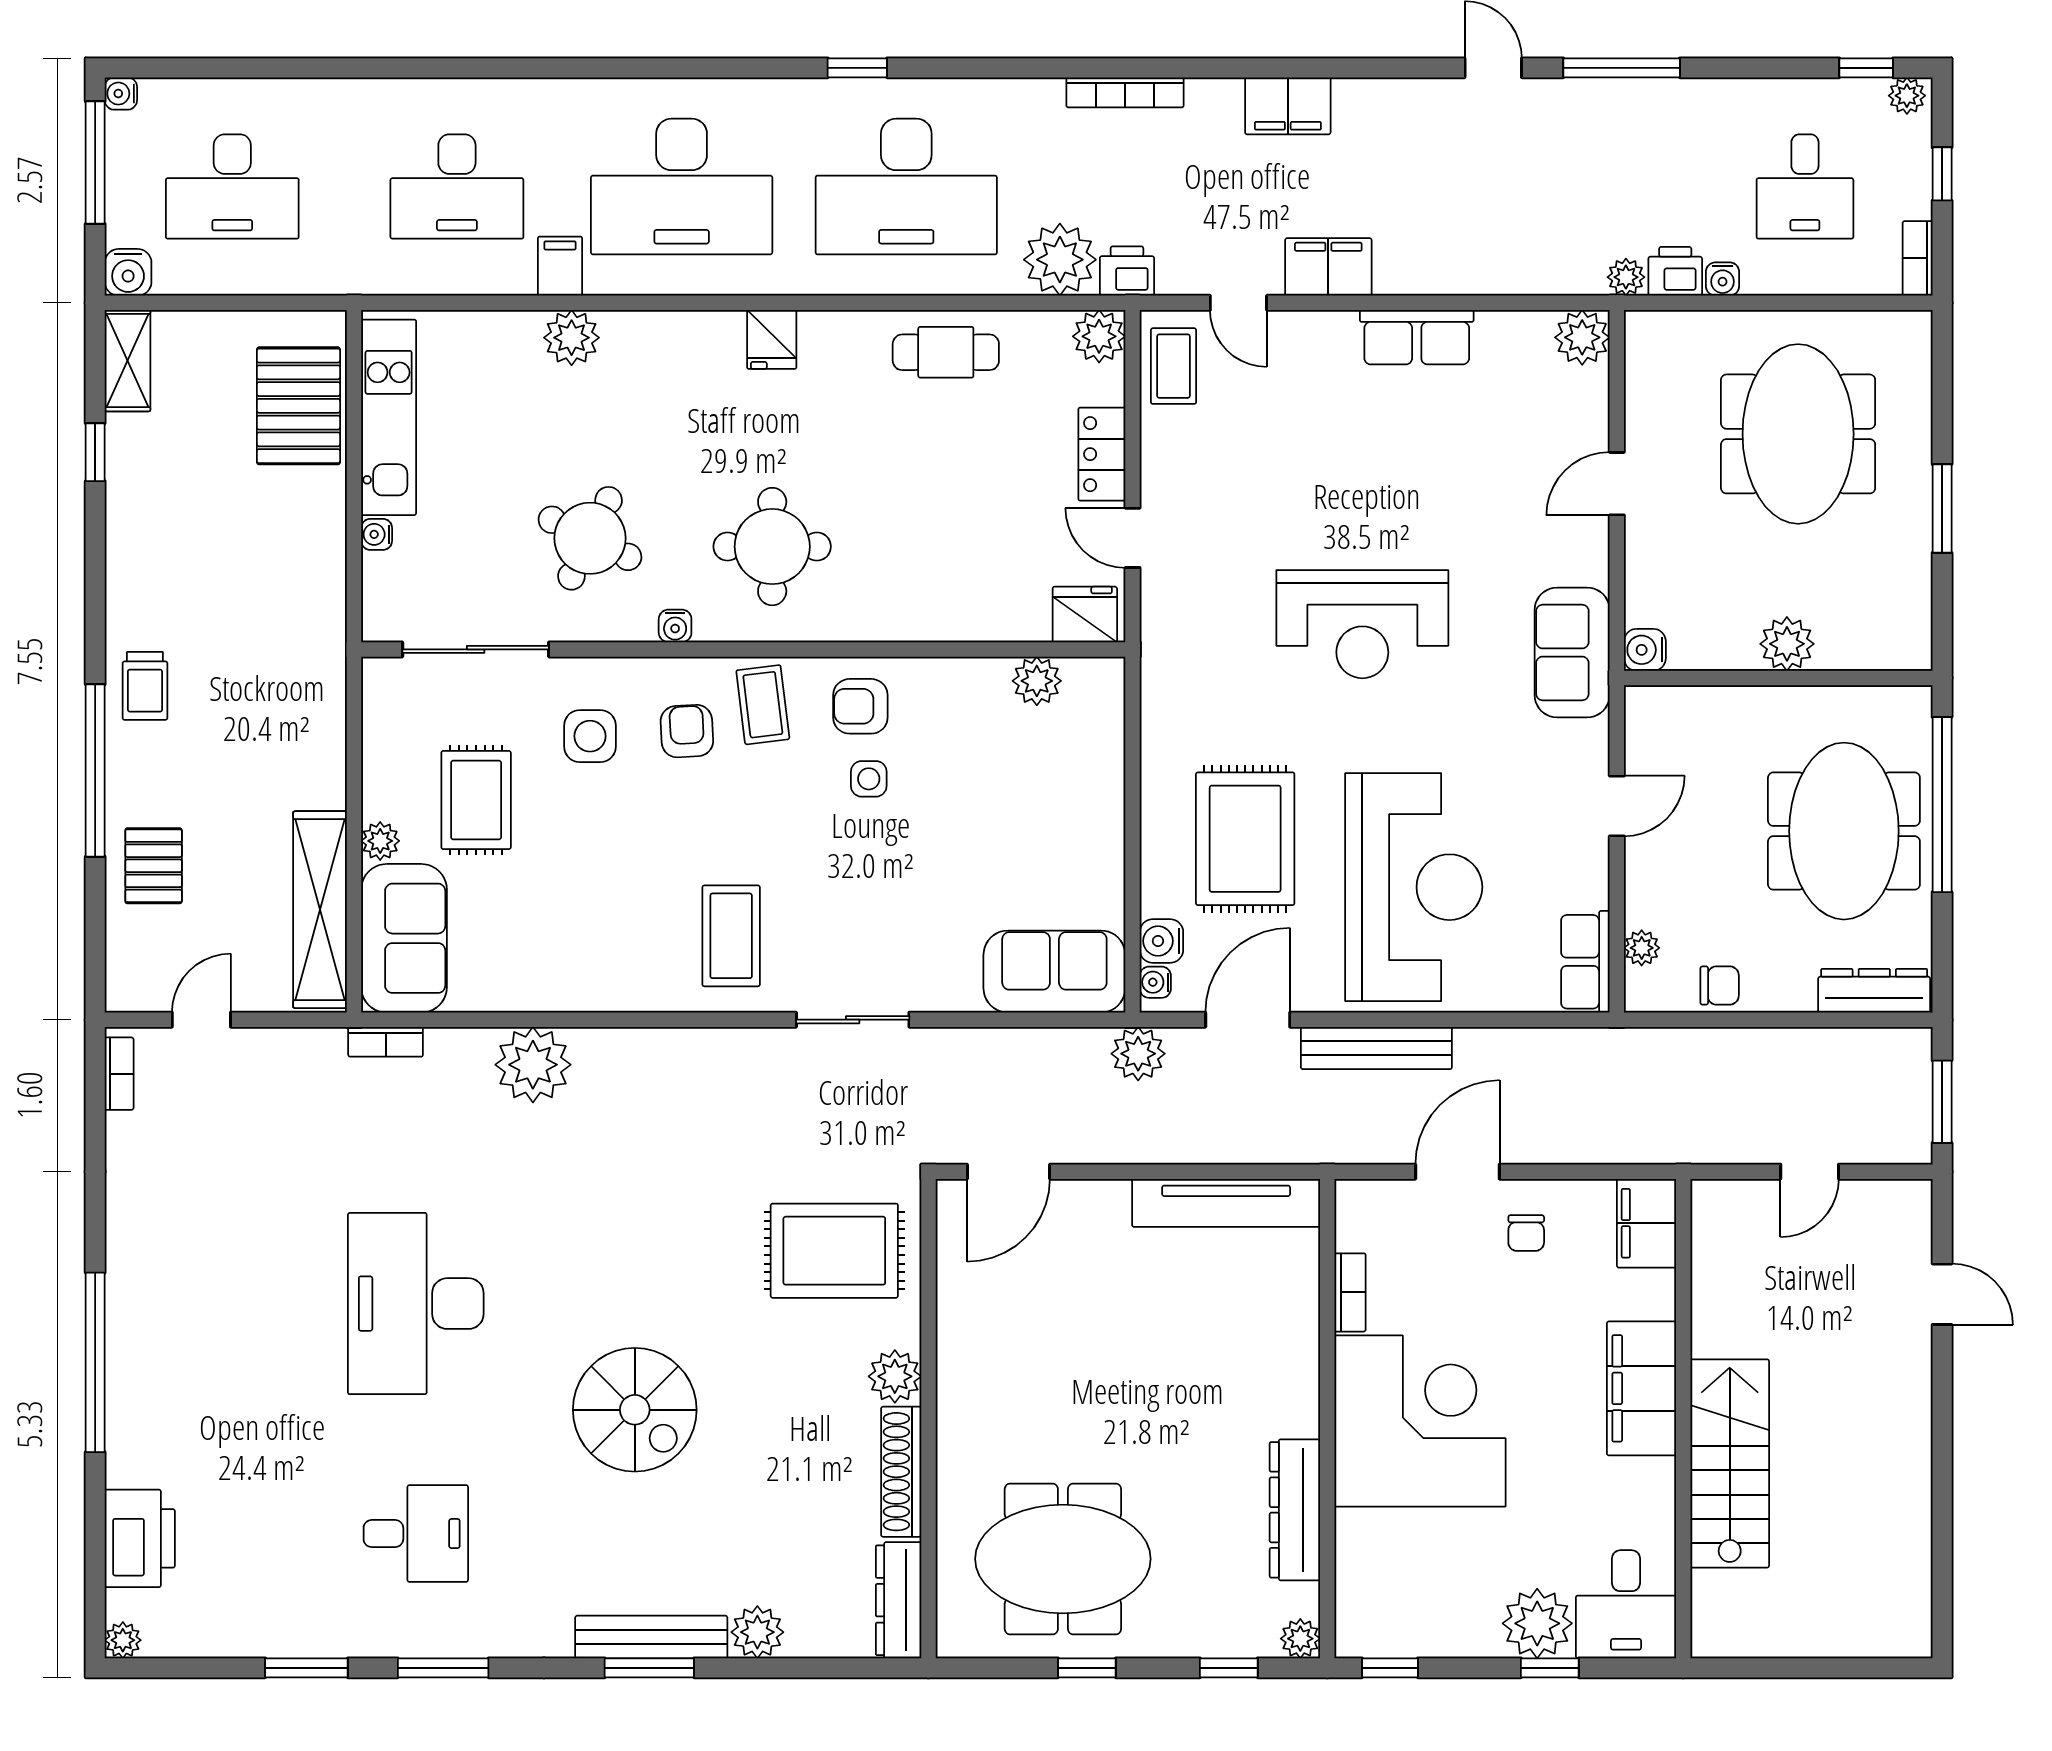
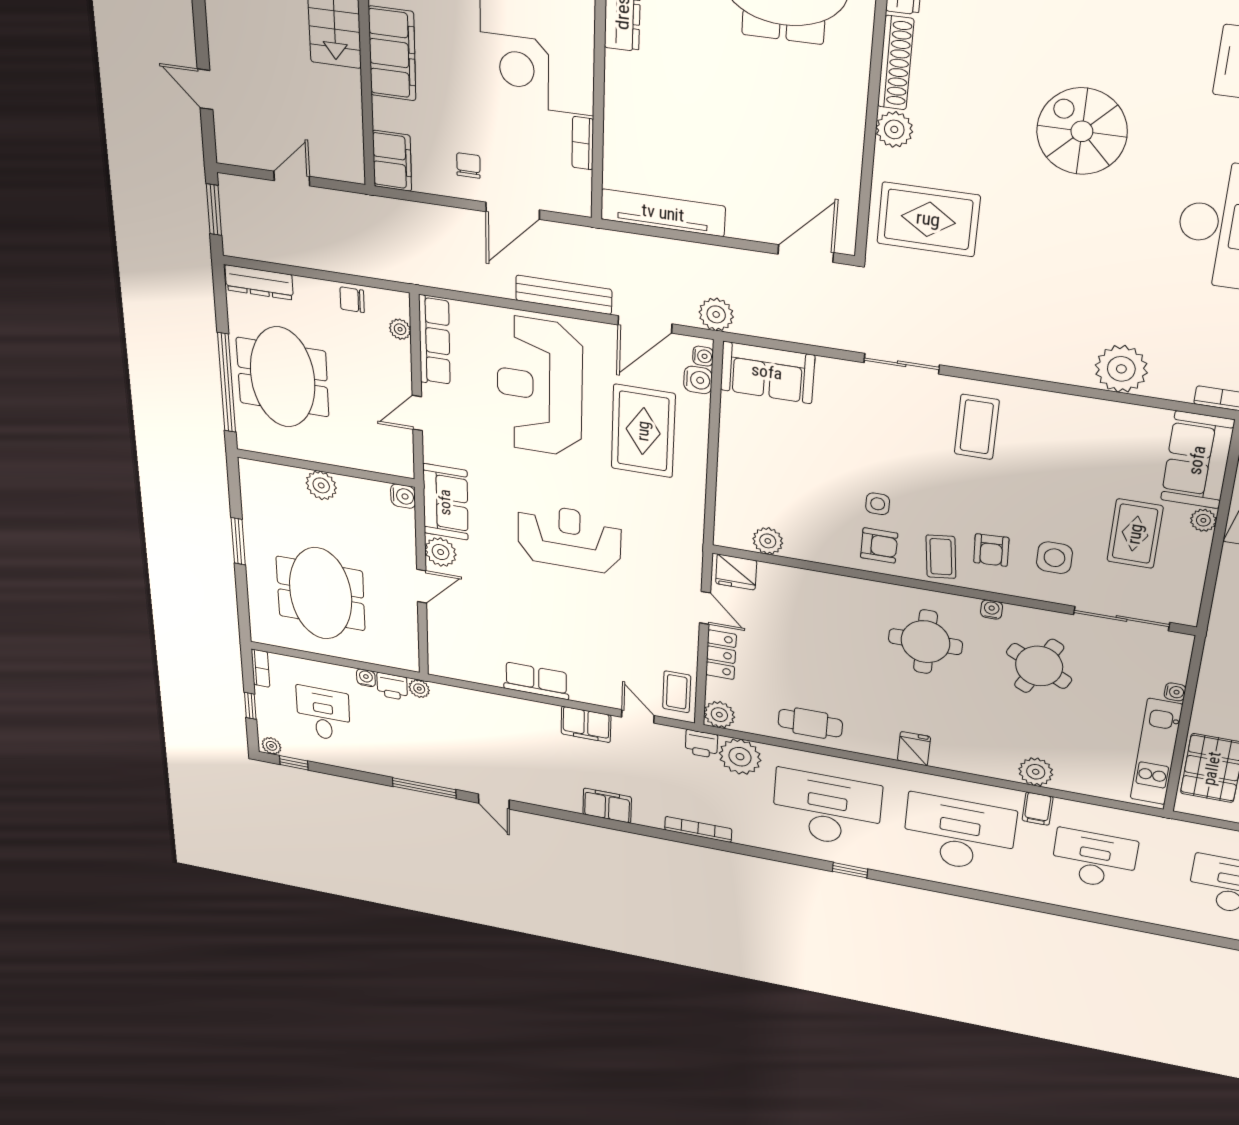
plant: (1582, 337) -> (441, 552), moved
row of seats: (1585, 962) -> (434, 341), width x1.48

